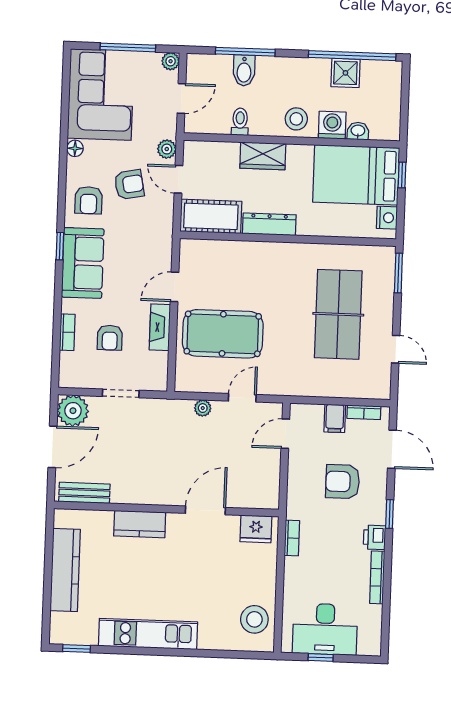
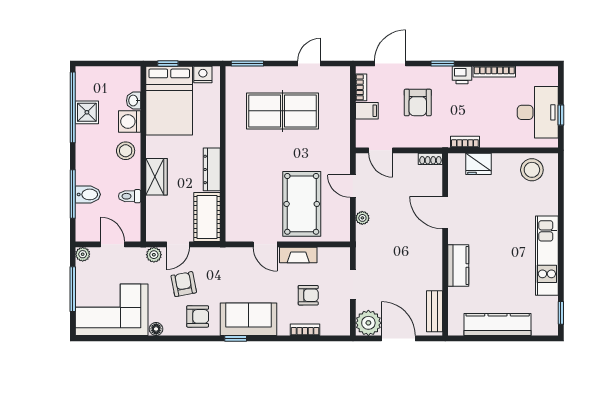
shoe rack: (273, 495) -> (430, 159), added
fridge: (256, 529) -> (479, 164), moved, turned 90

